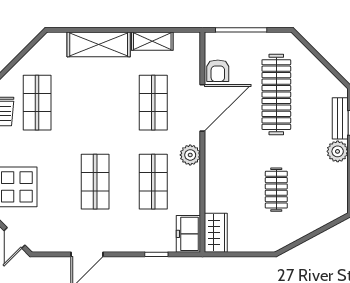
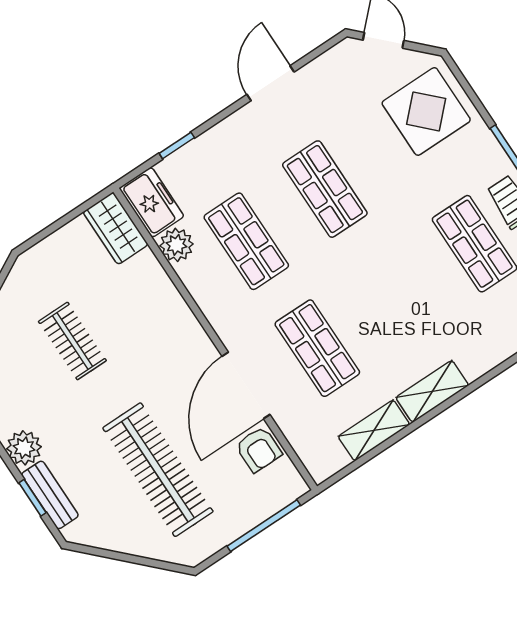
shelving: (99, 44) -> (432, 391), width x0.67, depth x0.75
armchair: (218, 71) -> (259, 449), turned 180
plant: (190, 155) -> (176, 245), moved

